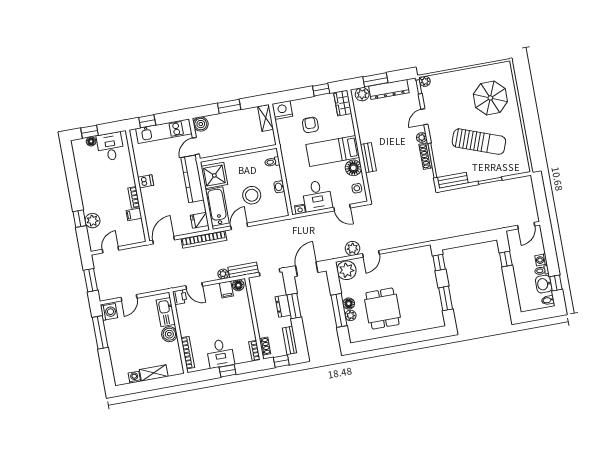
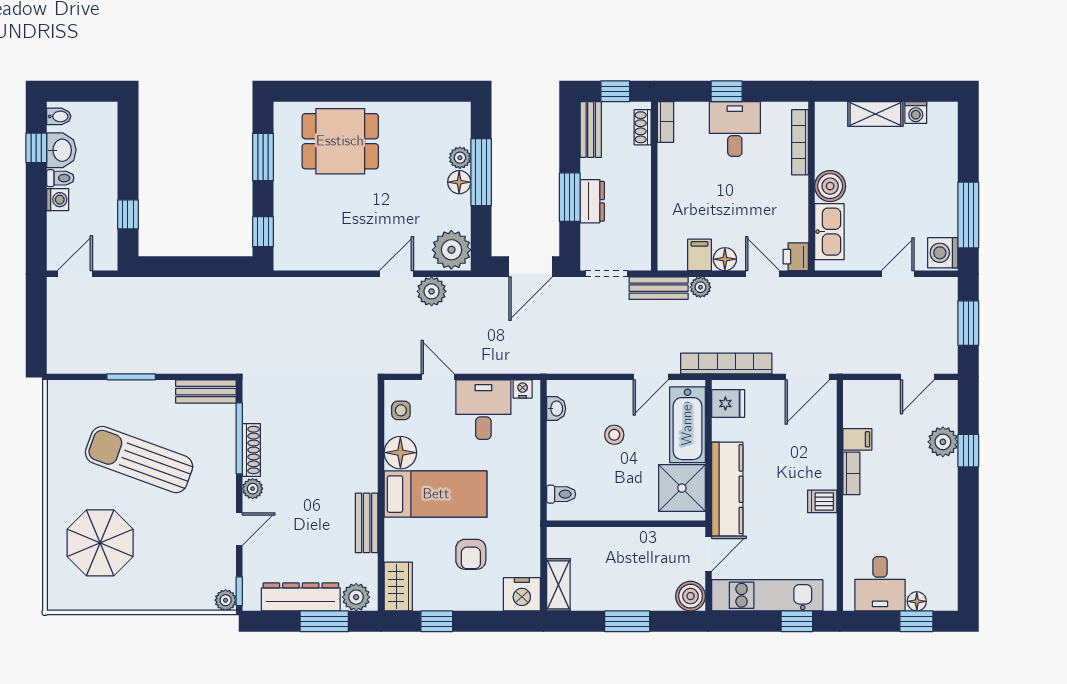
bench: (368, 158) -> (367, 523), moved
washbasin: (279, 187) -> (556, 409), moved
stool: (252, 195) -> (614, 435), width x0.53, depth x0.53
floor lamp: (238, 285) -> (725, 259), moved
dining table: (382, 309) -> (340, 141), moved, turned 90

